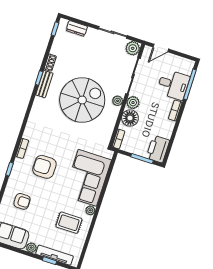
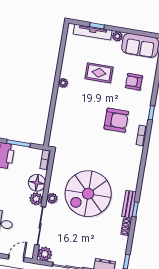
corner sofa: (87, 178) -> (71, 116), removed
rug: (69, 223) -> (99, 73), moved

